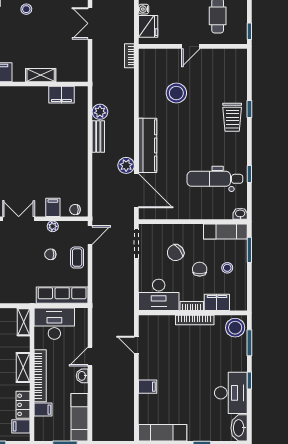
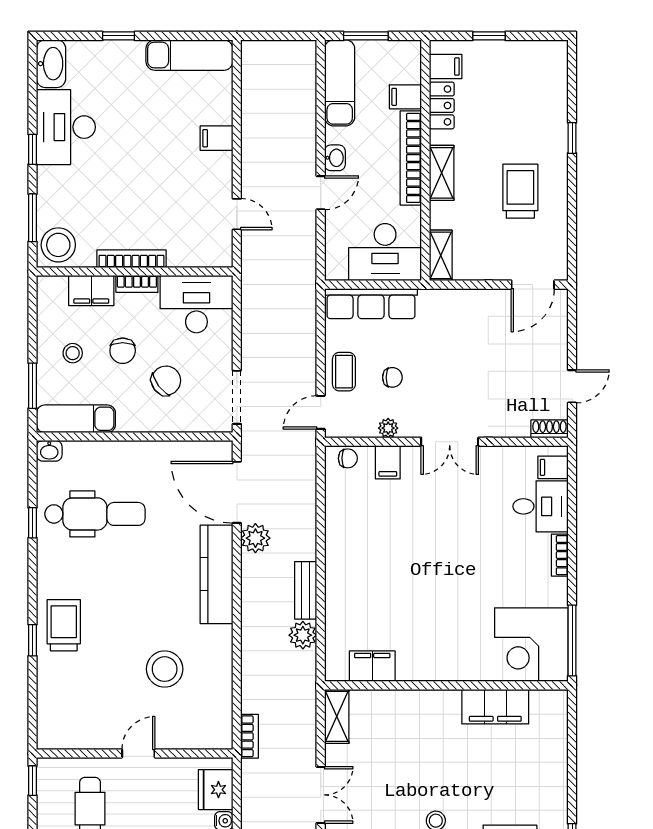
shelving: (41, 75) -> (337, 716), moved, turned 90

